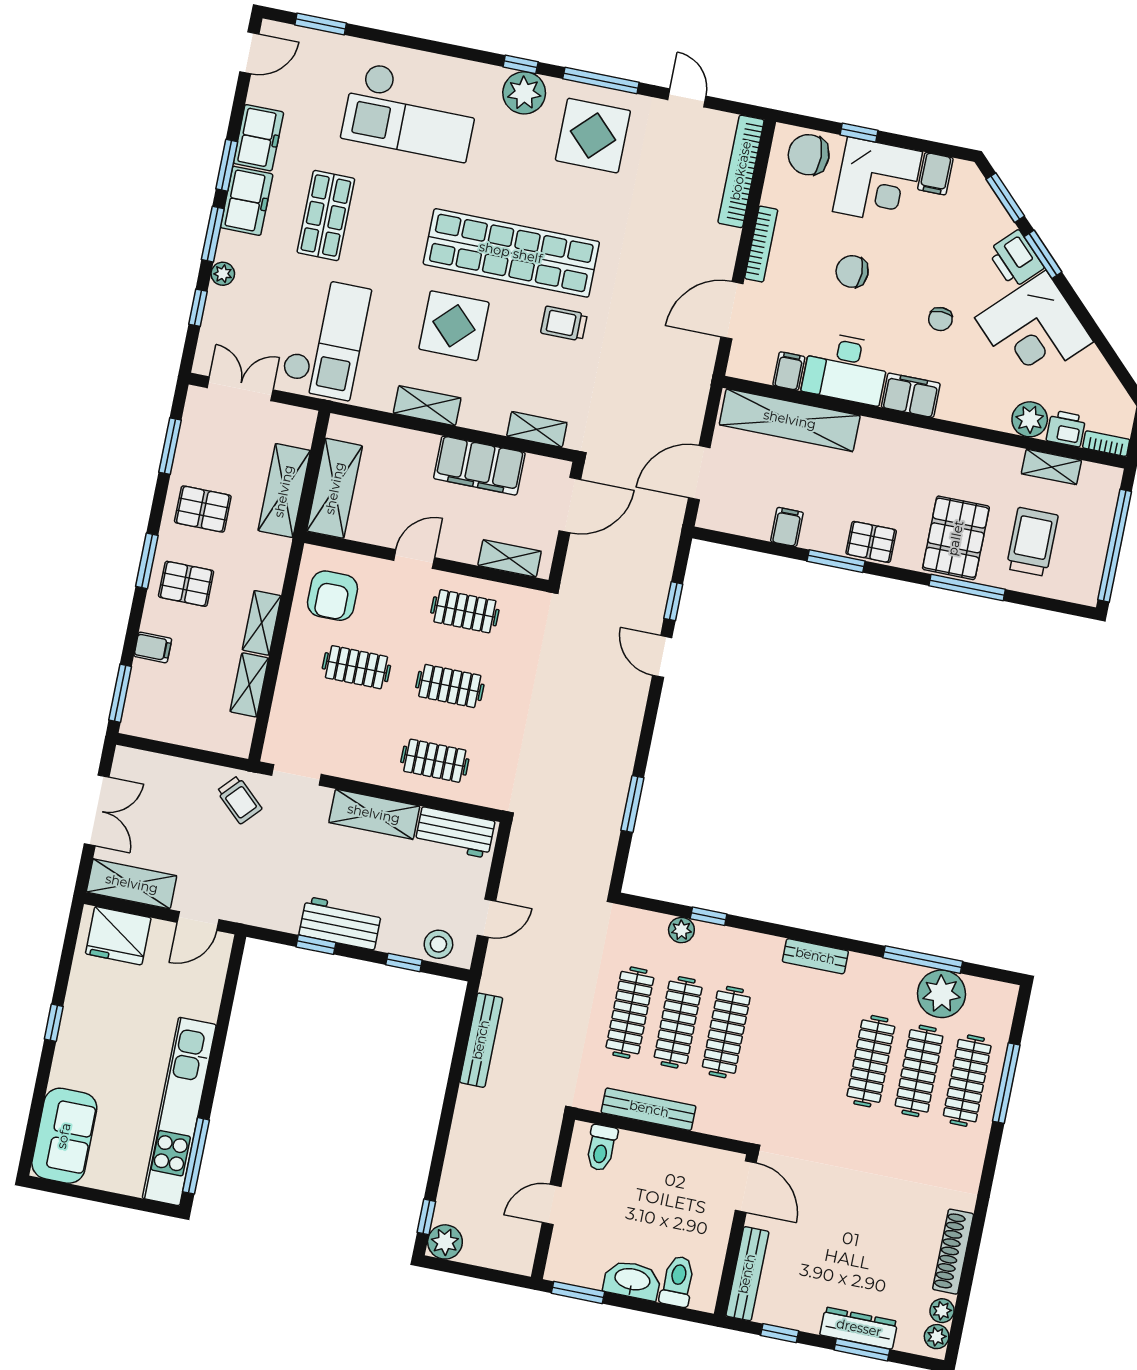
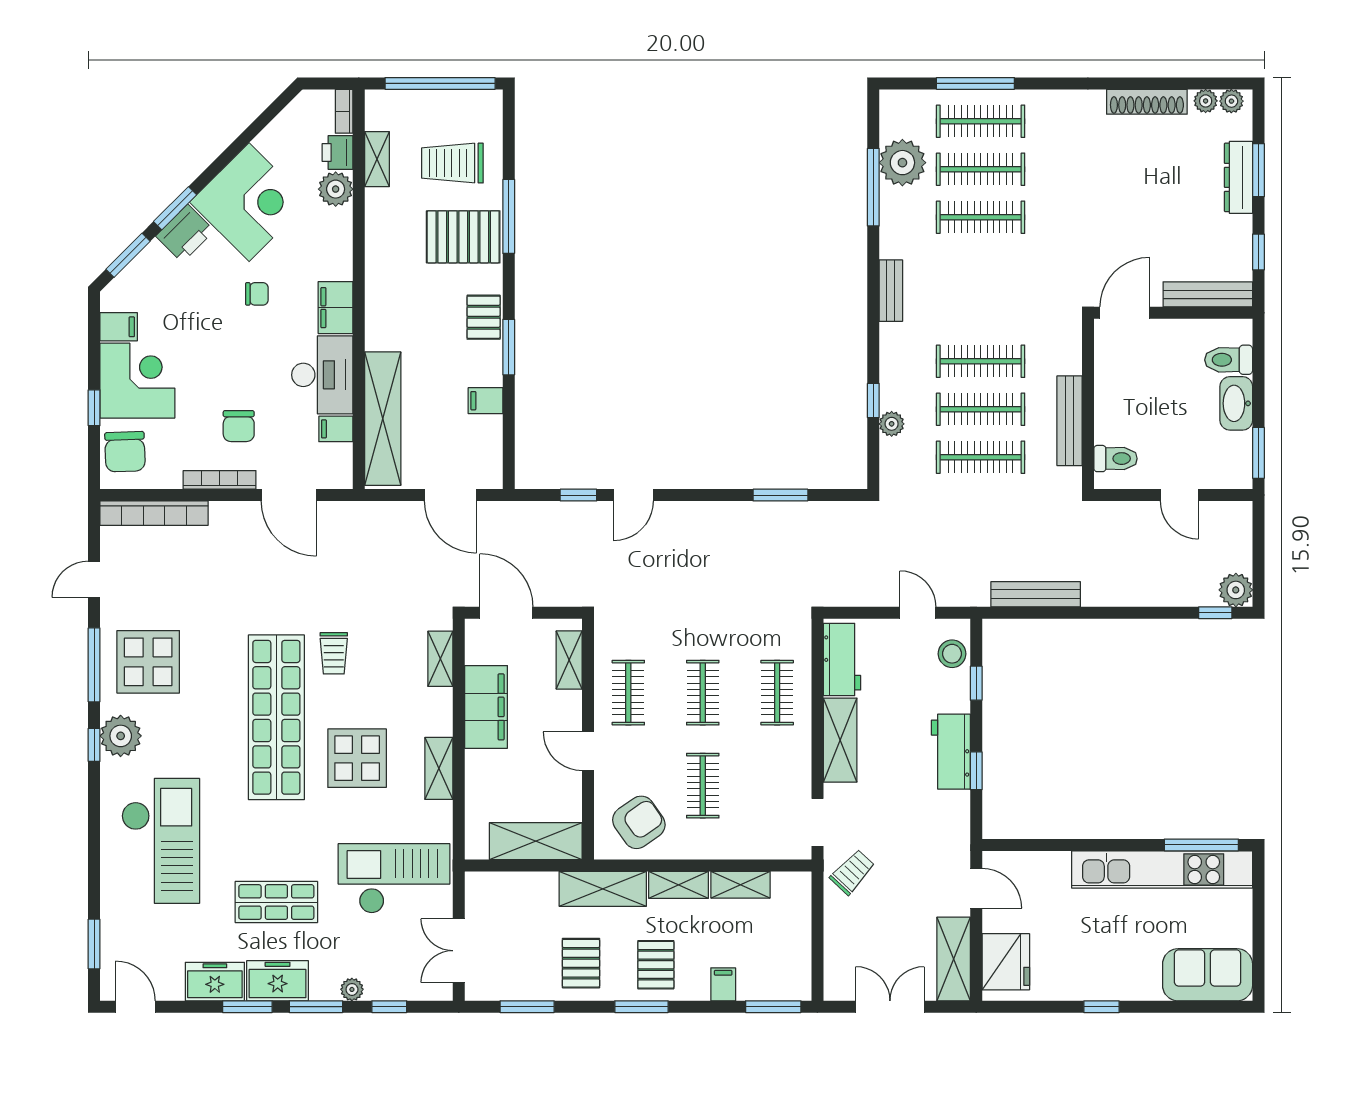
chair: (852, 271) -> (239, 426), moved
shelving: (284, 491) -> (603, 889), moved
armchair: (332, 596) -> (639, 822), turned -35

